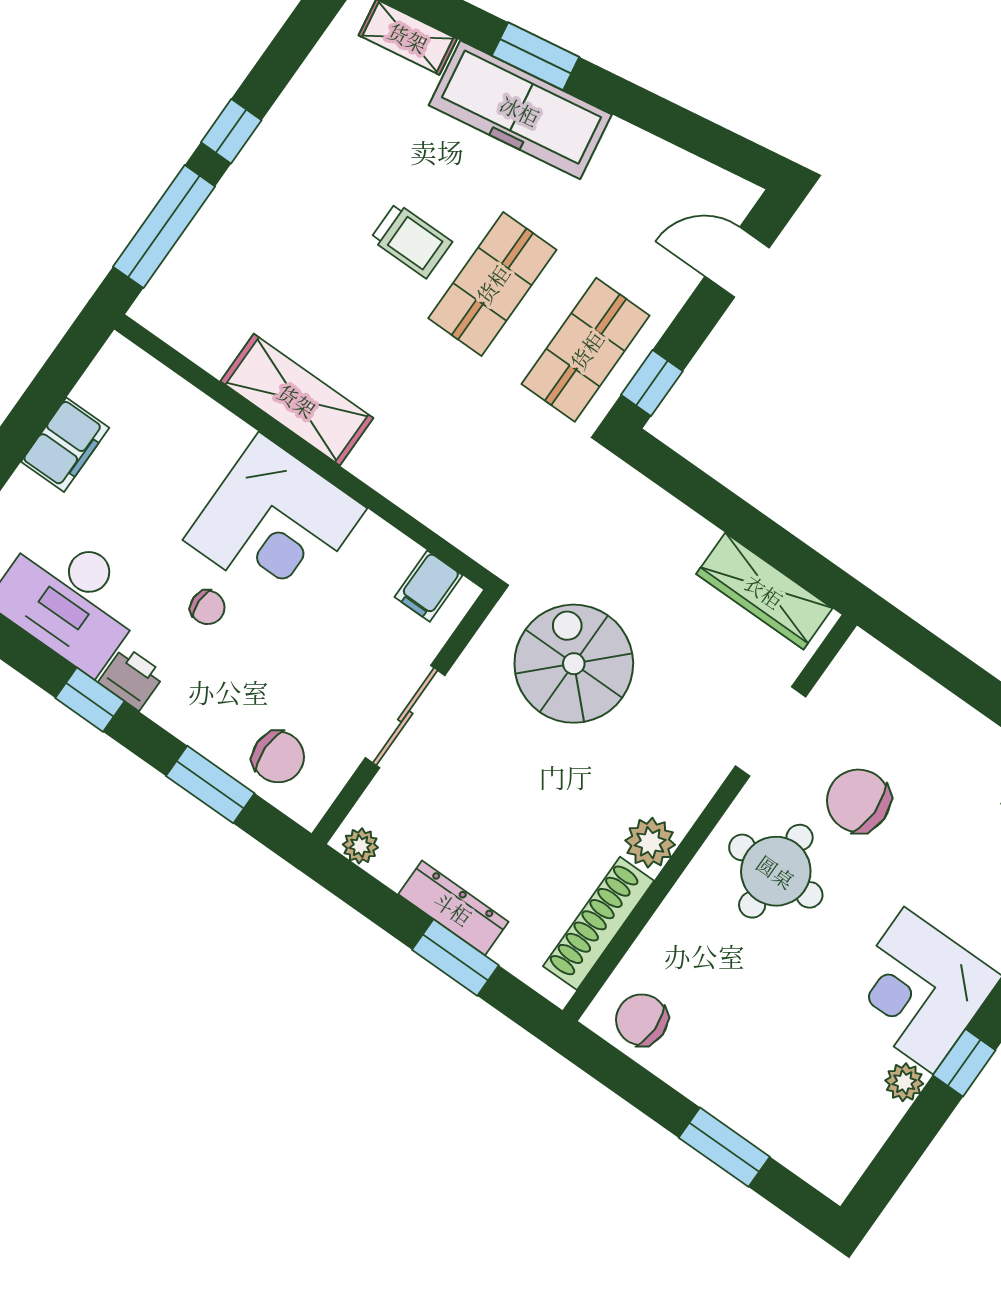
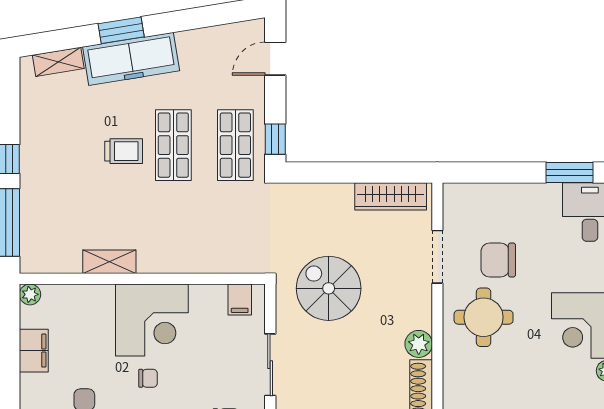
plant: (119, 357) -> (30, 294), added
shelving: (297, 400) -> (109, 262), width x0.67, depth x0.75

